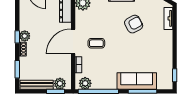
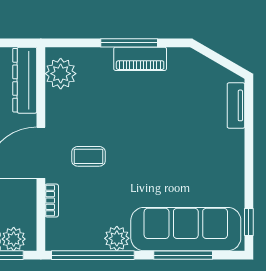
armchair: (134, 24) -> (165, 117), removed
sofa: (137, 81) -> (186, 229), width x1.36, depth x1.27
plant: (85, 83) -> (117, 238), moved

